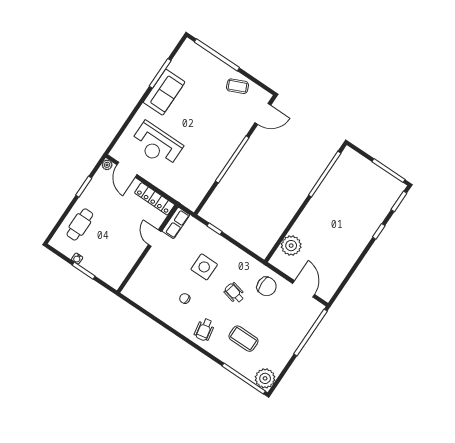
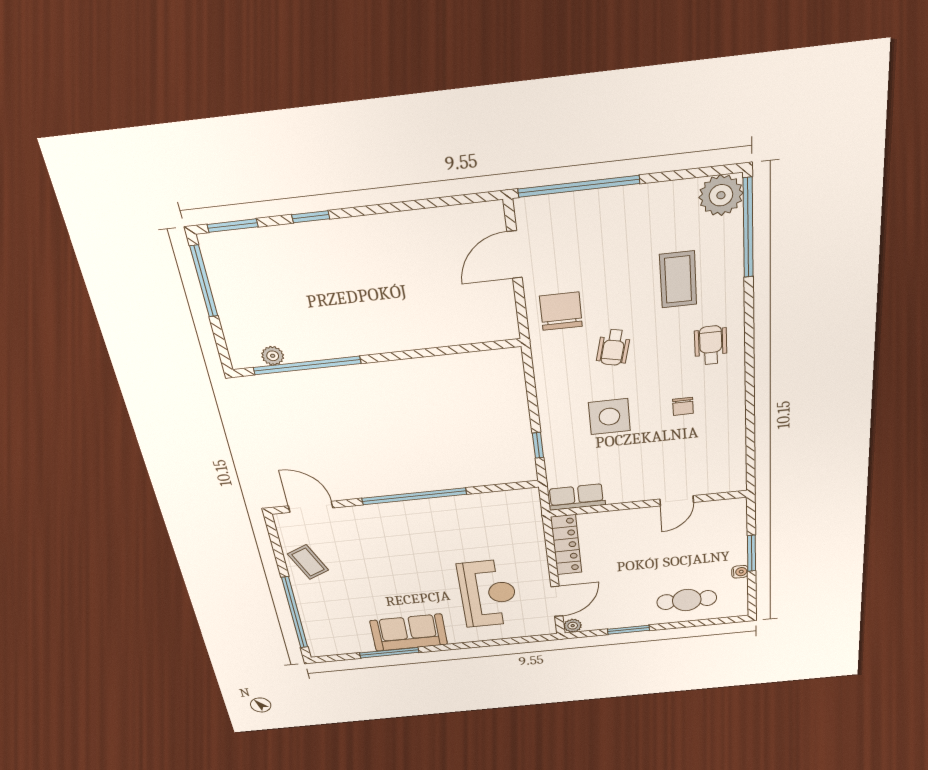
door: (155, 238) -> (677, 501), moved
plant: (291, 246) -> (273, 356), moved, width x0.53, depth x0.53
wheelchair: (204, 330) -> (711, 345), turned -79

